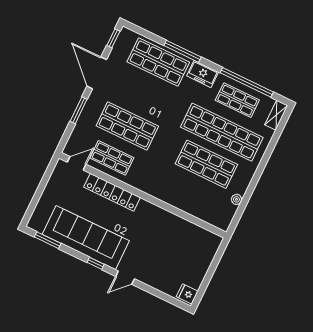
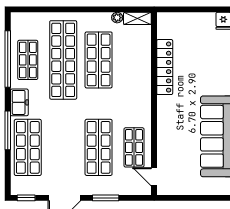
shelving: (276, 115) -> (137, 18), moved
locker: (112, 192) -> (165, 67), moved

